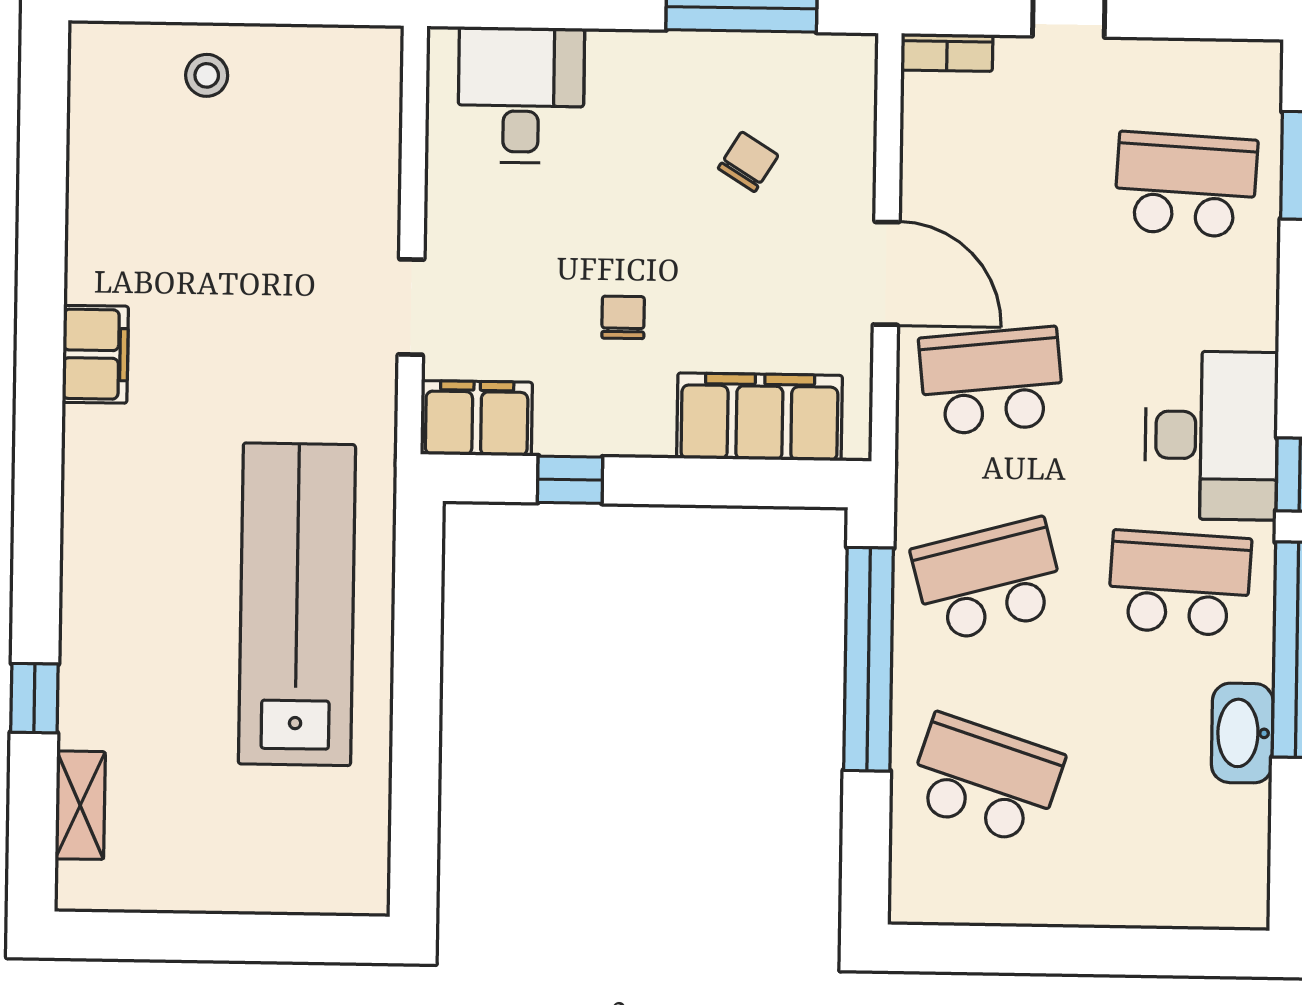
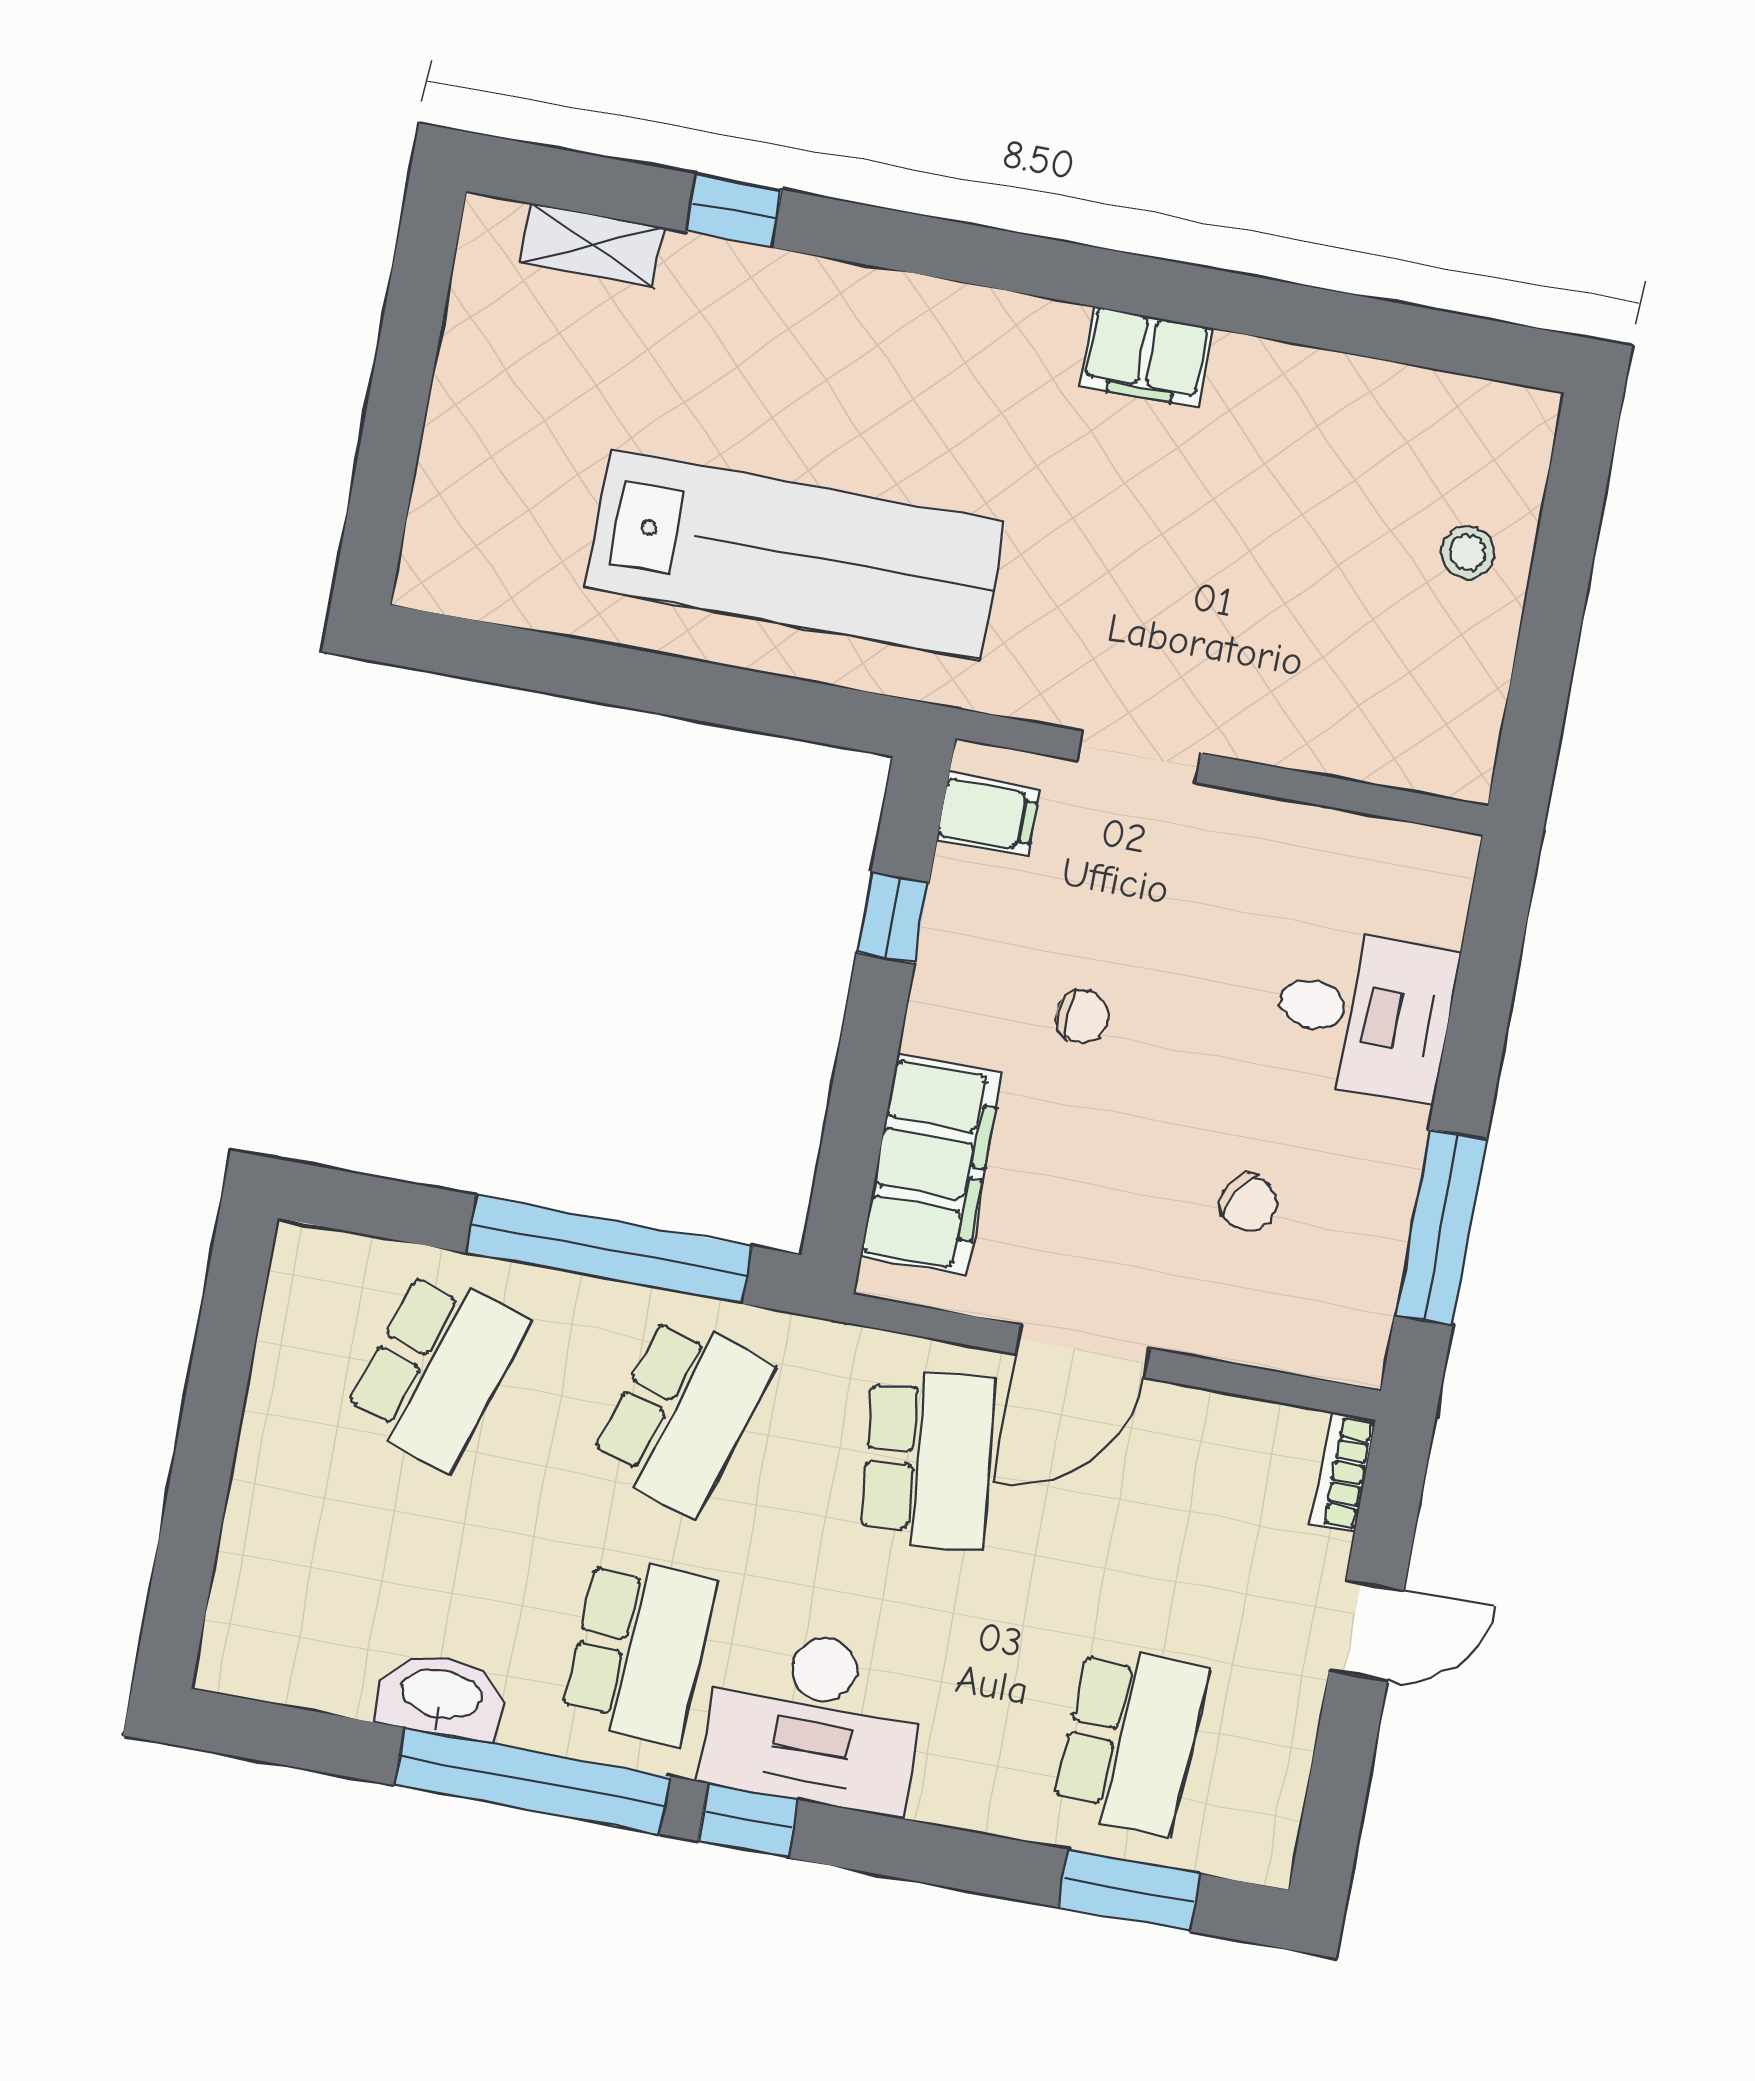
desk: (521, 95) -> (1364, 1014), moved
filing cabinet: (477, 418) -> (988, 815), width x0.50
school desk: (988, 580) -> (682, 1414), turned 33

